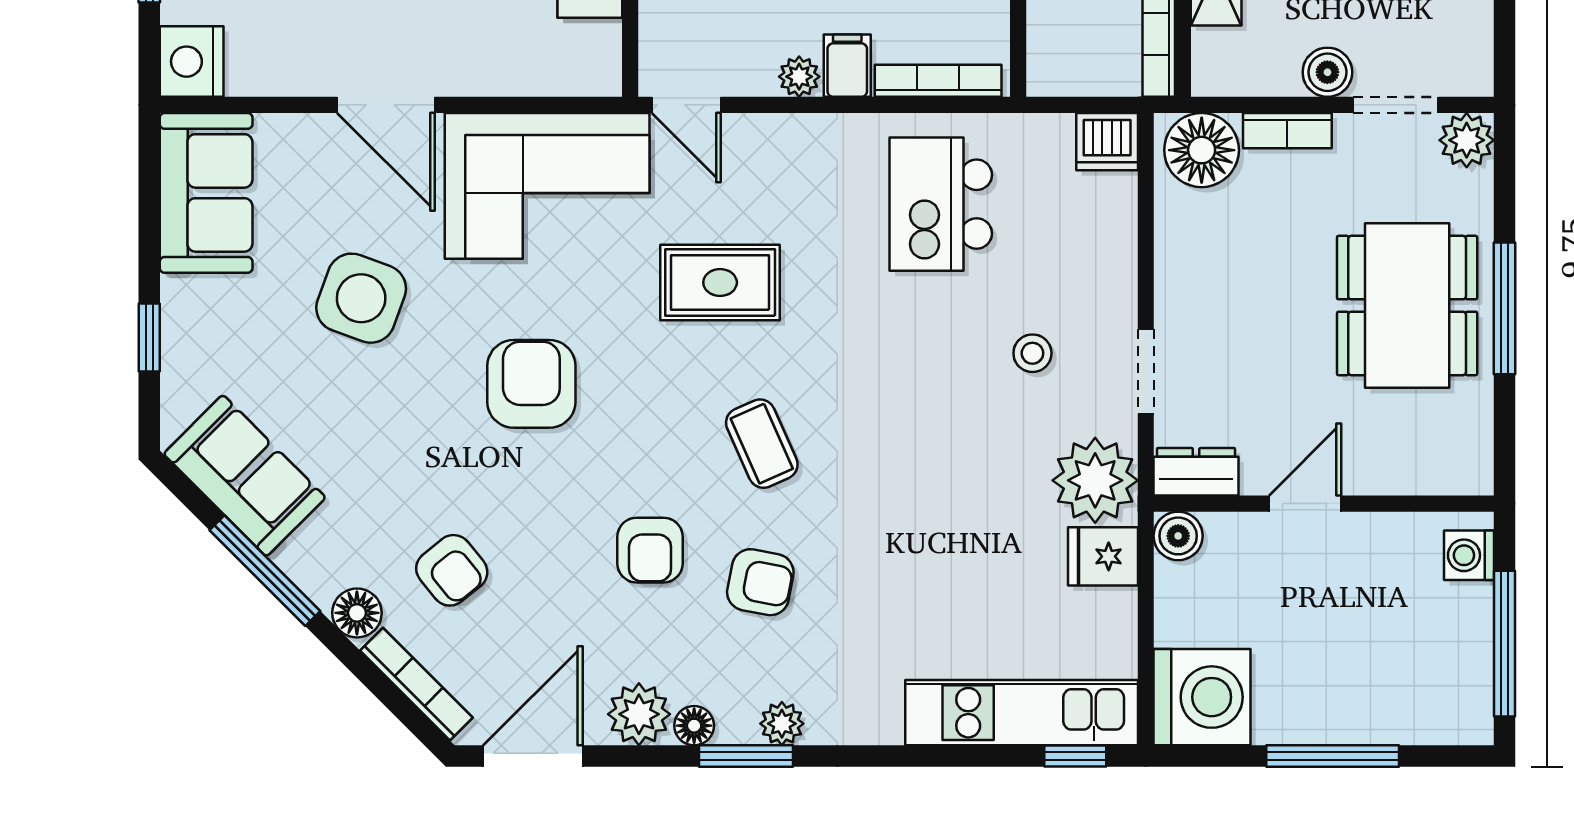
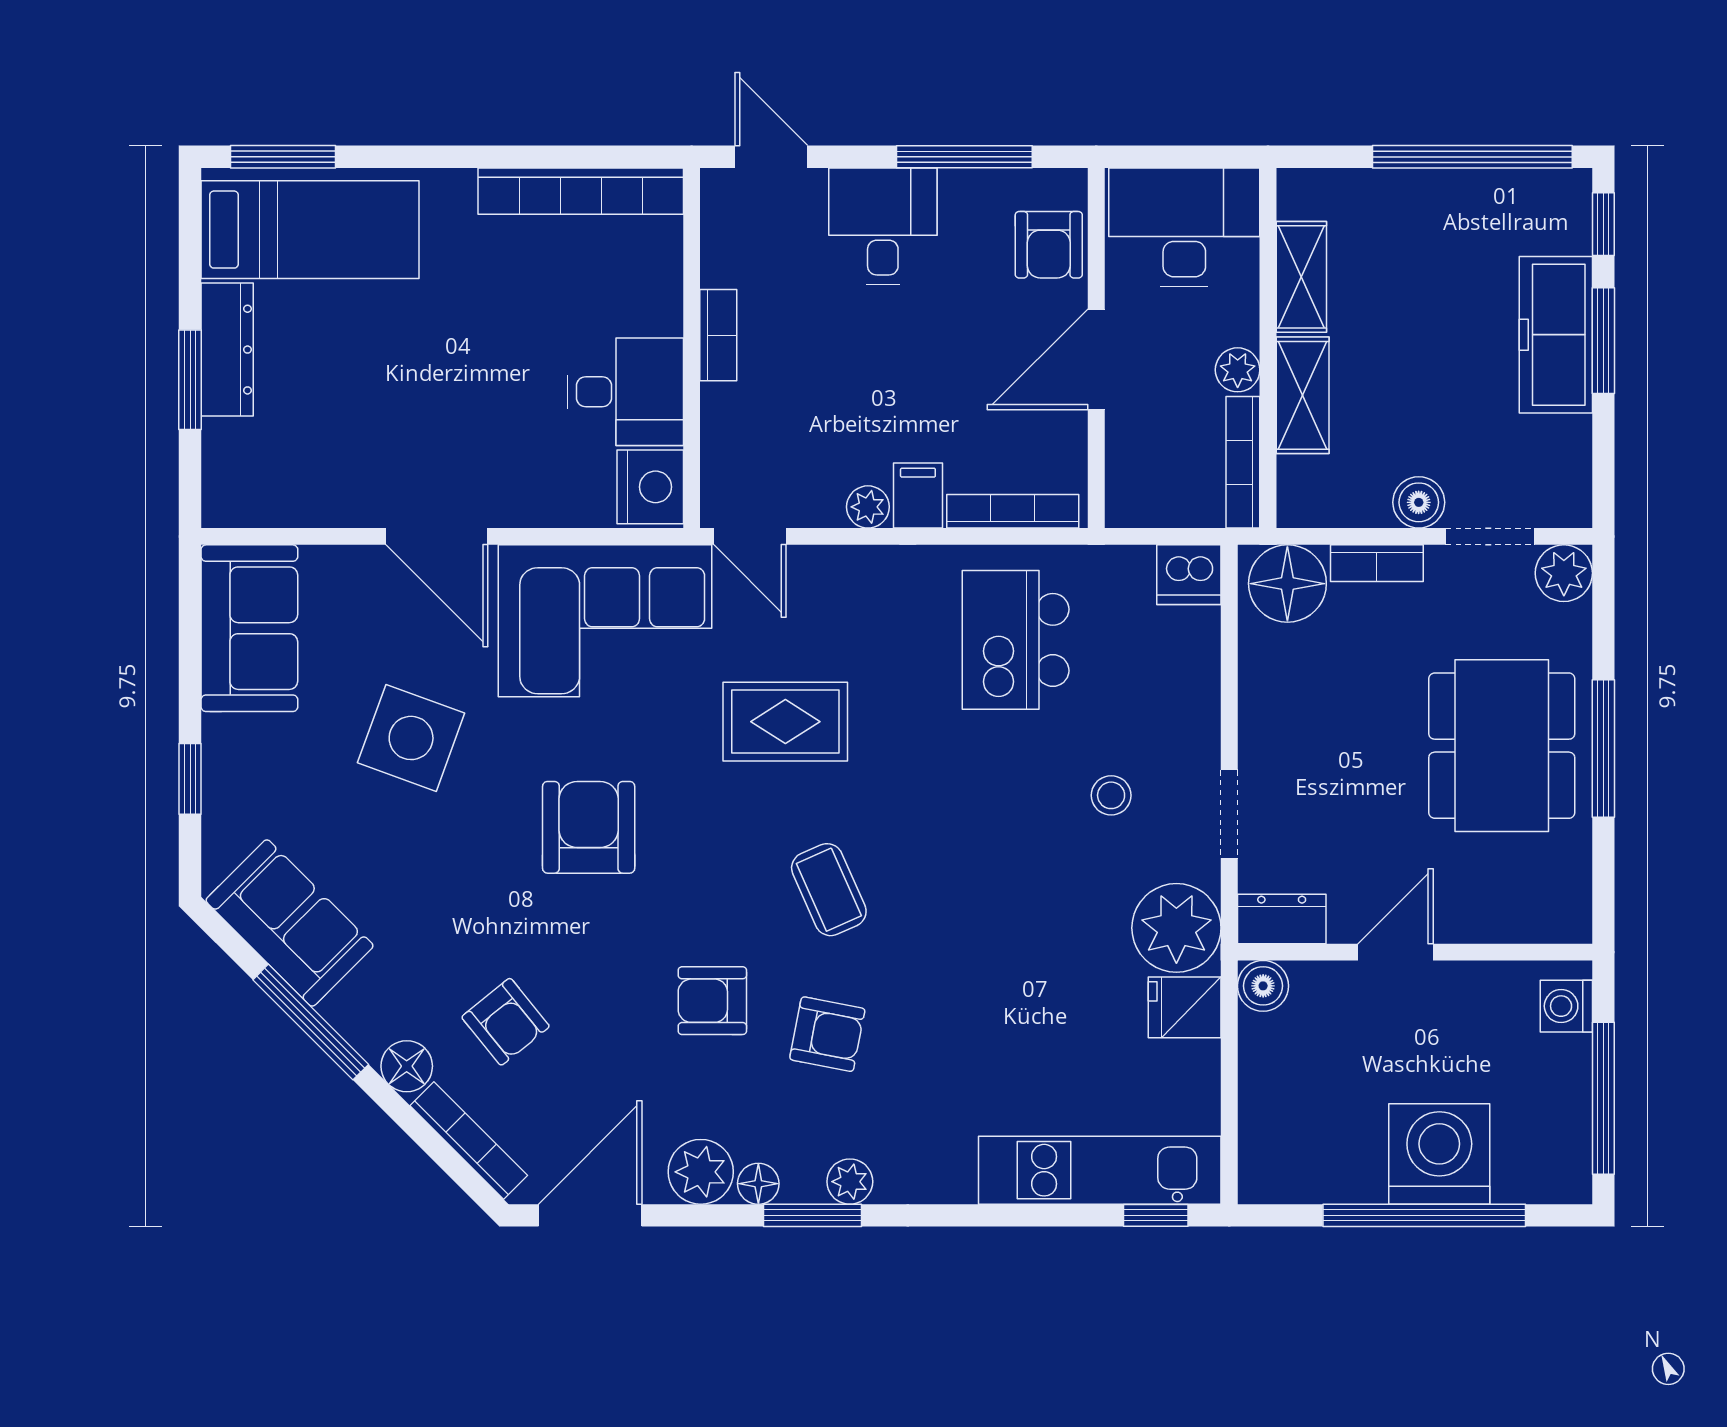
nightstand: (192, 62) -> (650, 487), moved, turned 180
armchair: (650, 550) -> (712, 1001), turned 90
washing machine: (1202, 697) -> (1439, 1154), moved, turned -90
window: (1333, 756) -> (1424, 1215), width x1.46

